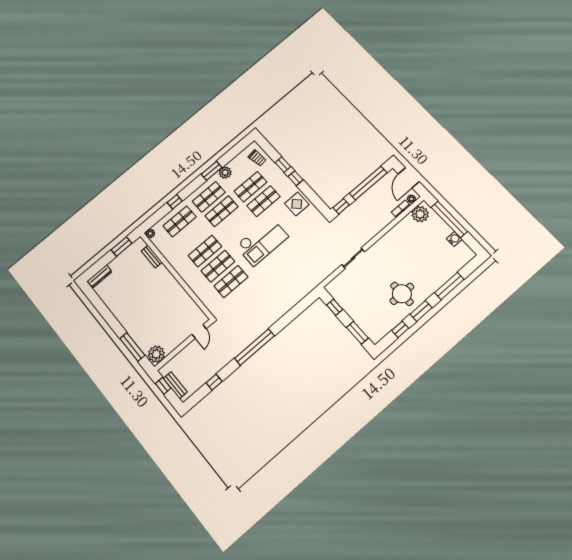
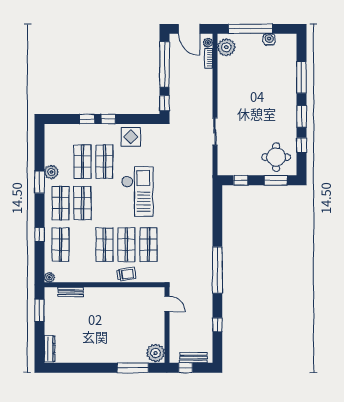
trolley: (257, 158) -> (126, 274), moved
round table: (402, 294) -> (276, 157), moved

